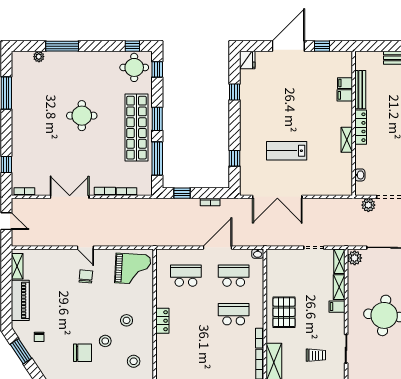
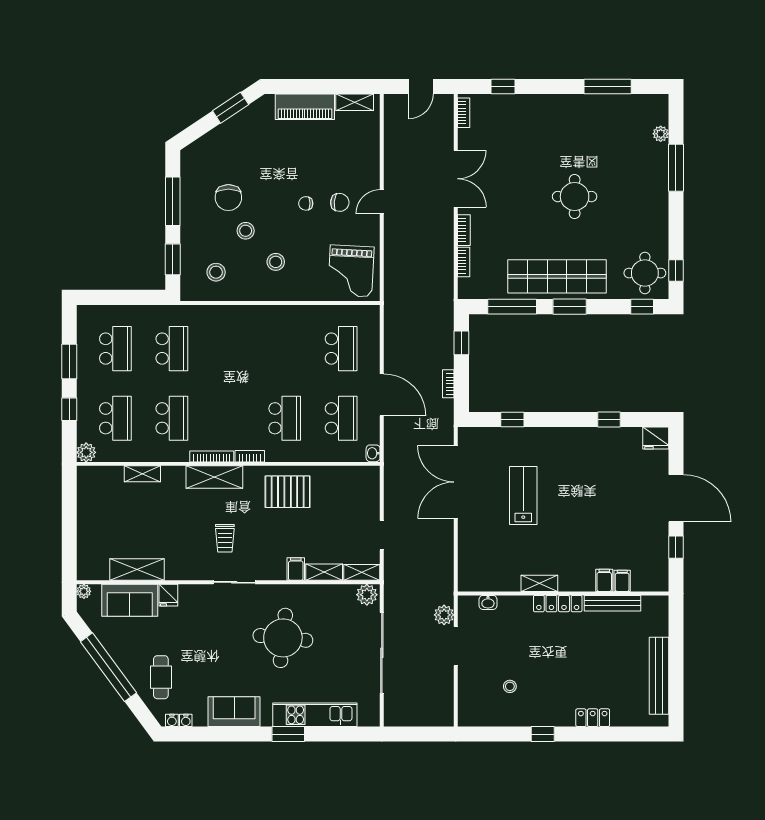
locker: (162, 321) -> (275, 314), removed
chair: (39, 337) -> (306, 203), moved

